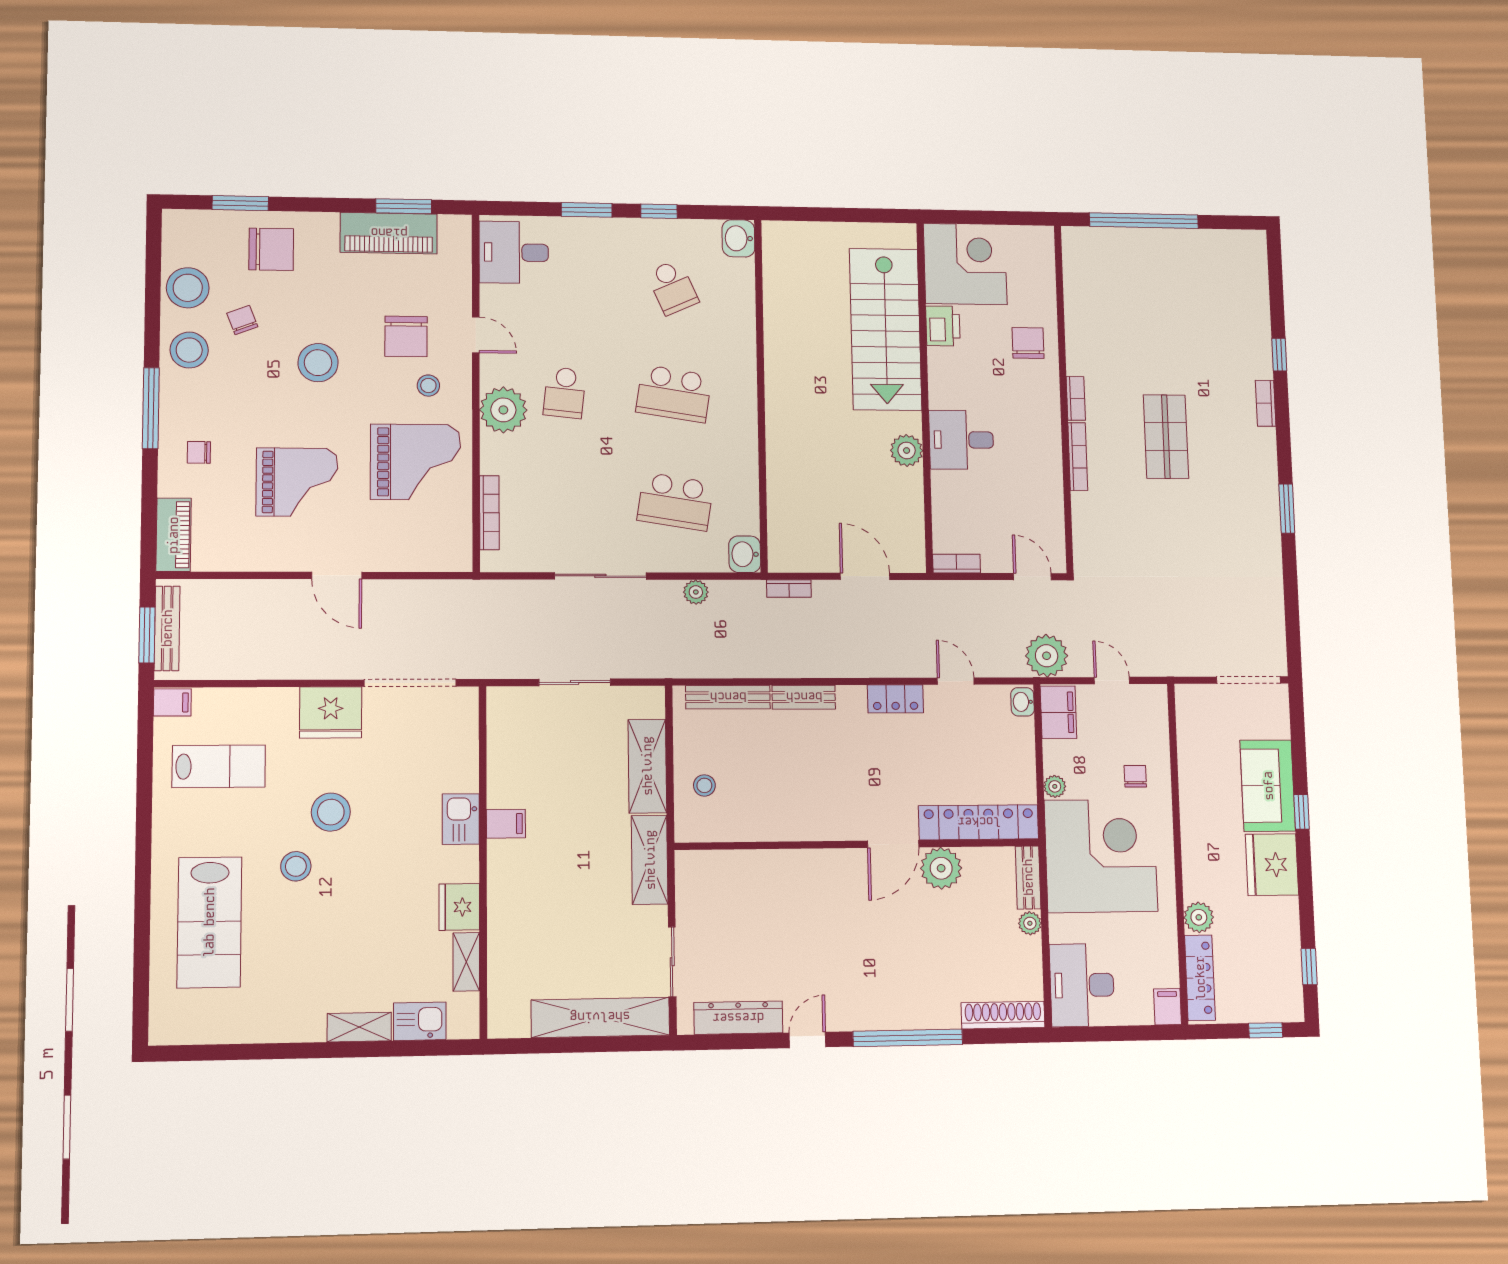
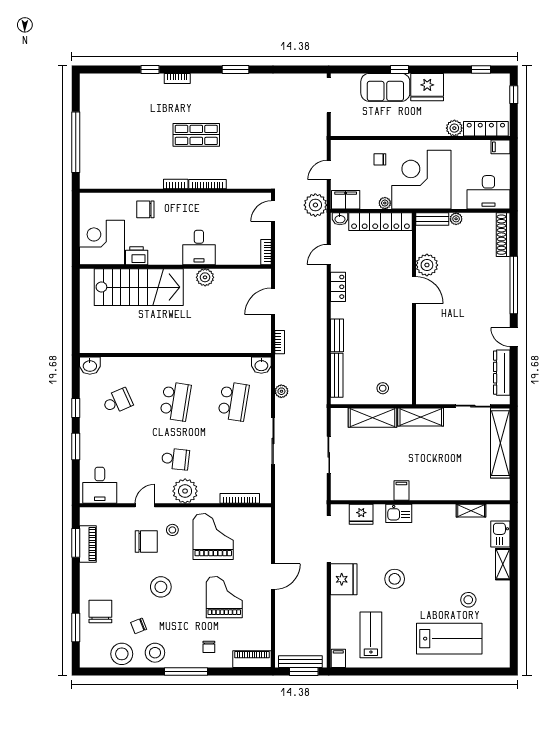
piano: (389, 233) -> (88, 544), width x0.73, depth x0.75
locker: (979, 822) -> (380, 222), moved, turned -90
stool: (296, 866) -> (468, 600), moved
fridge: (459, 907) -> (361, 514), moved

